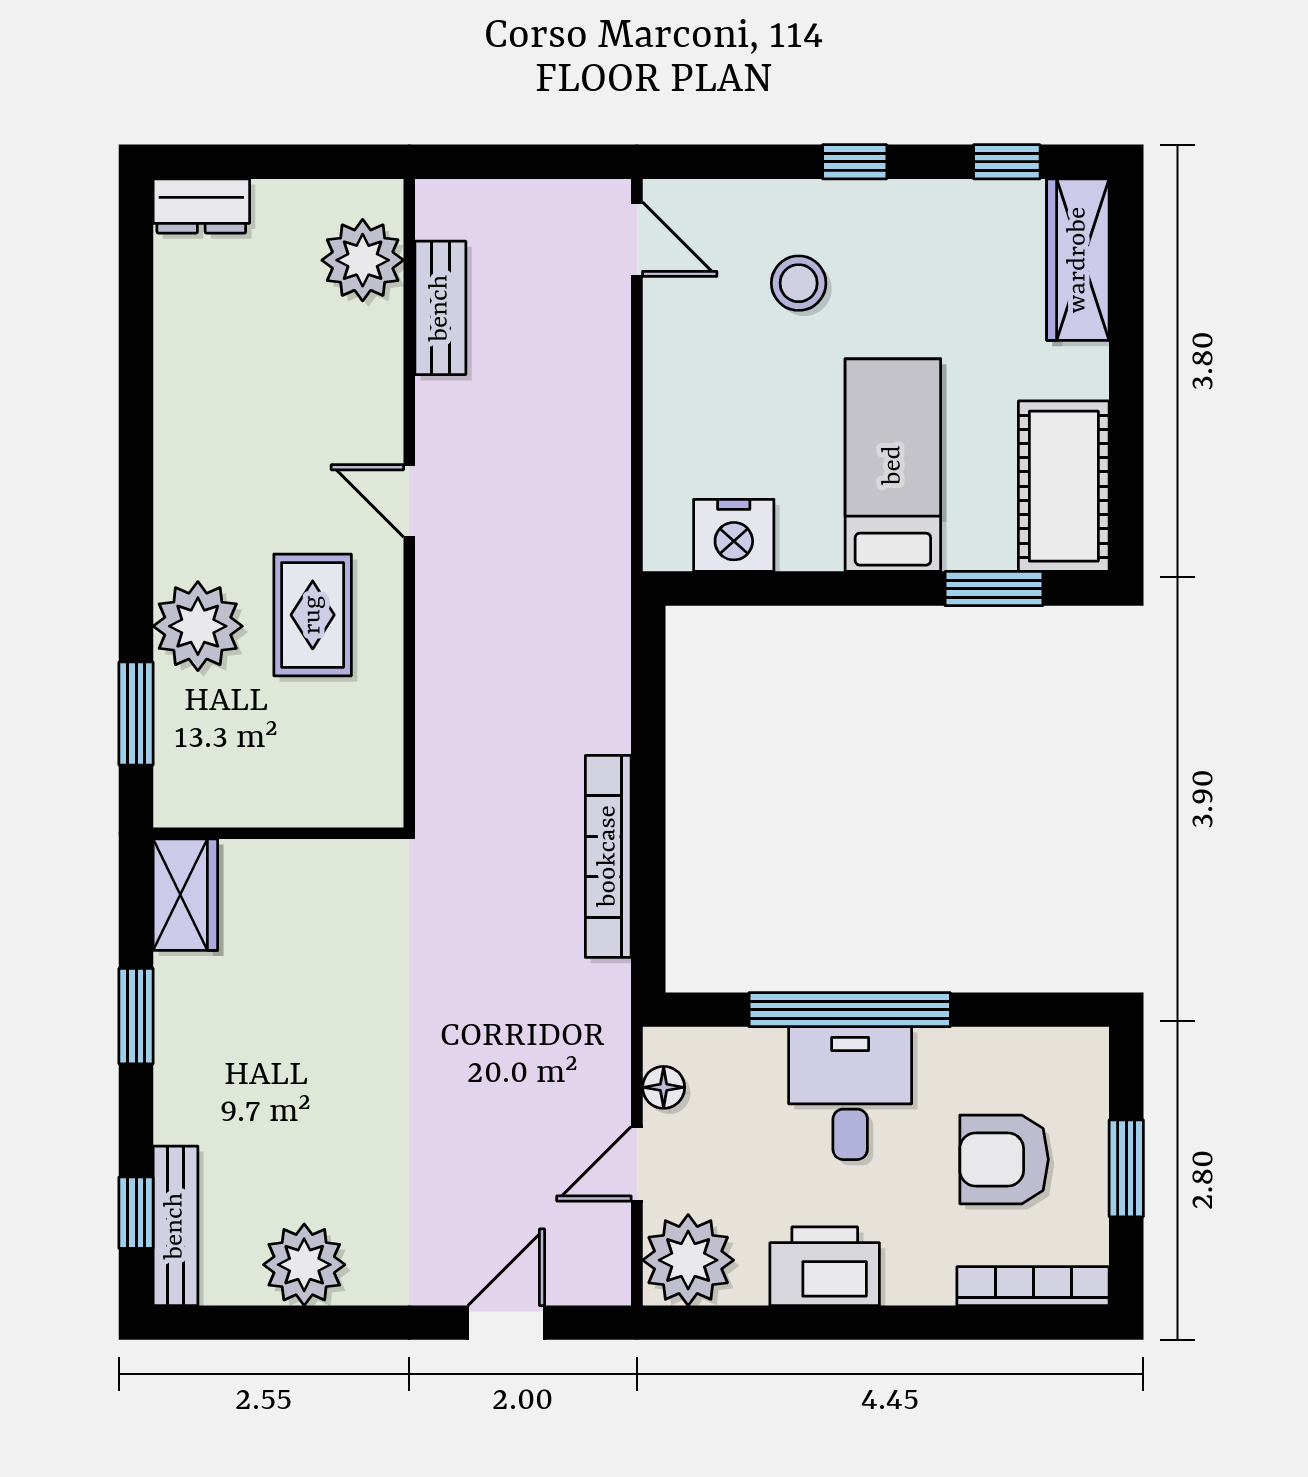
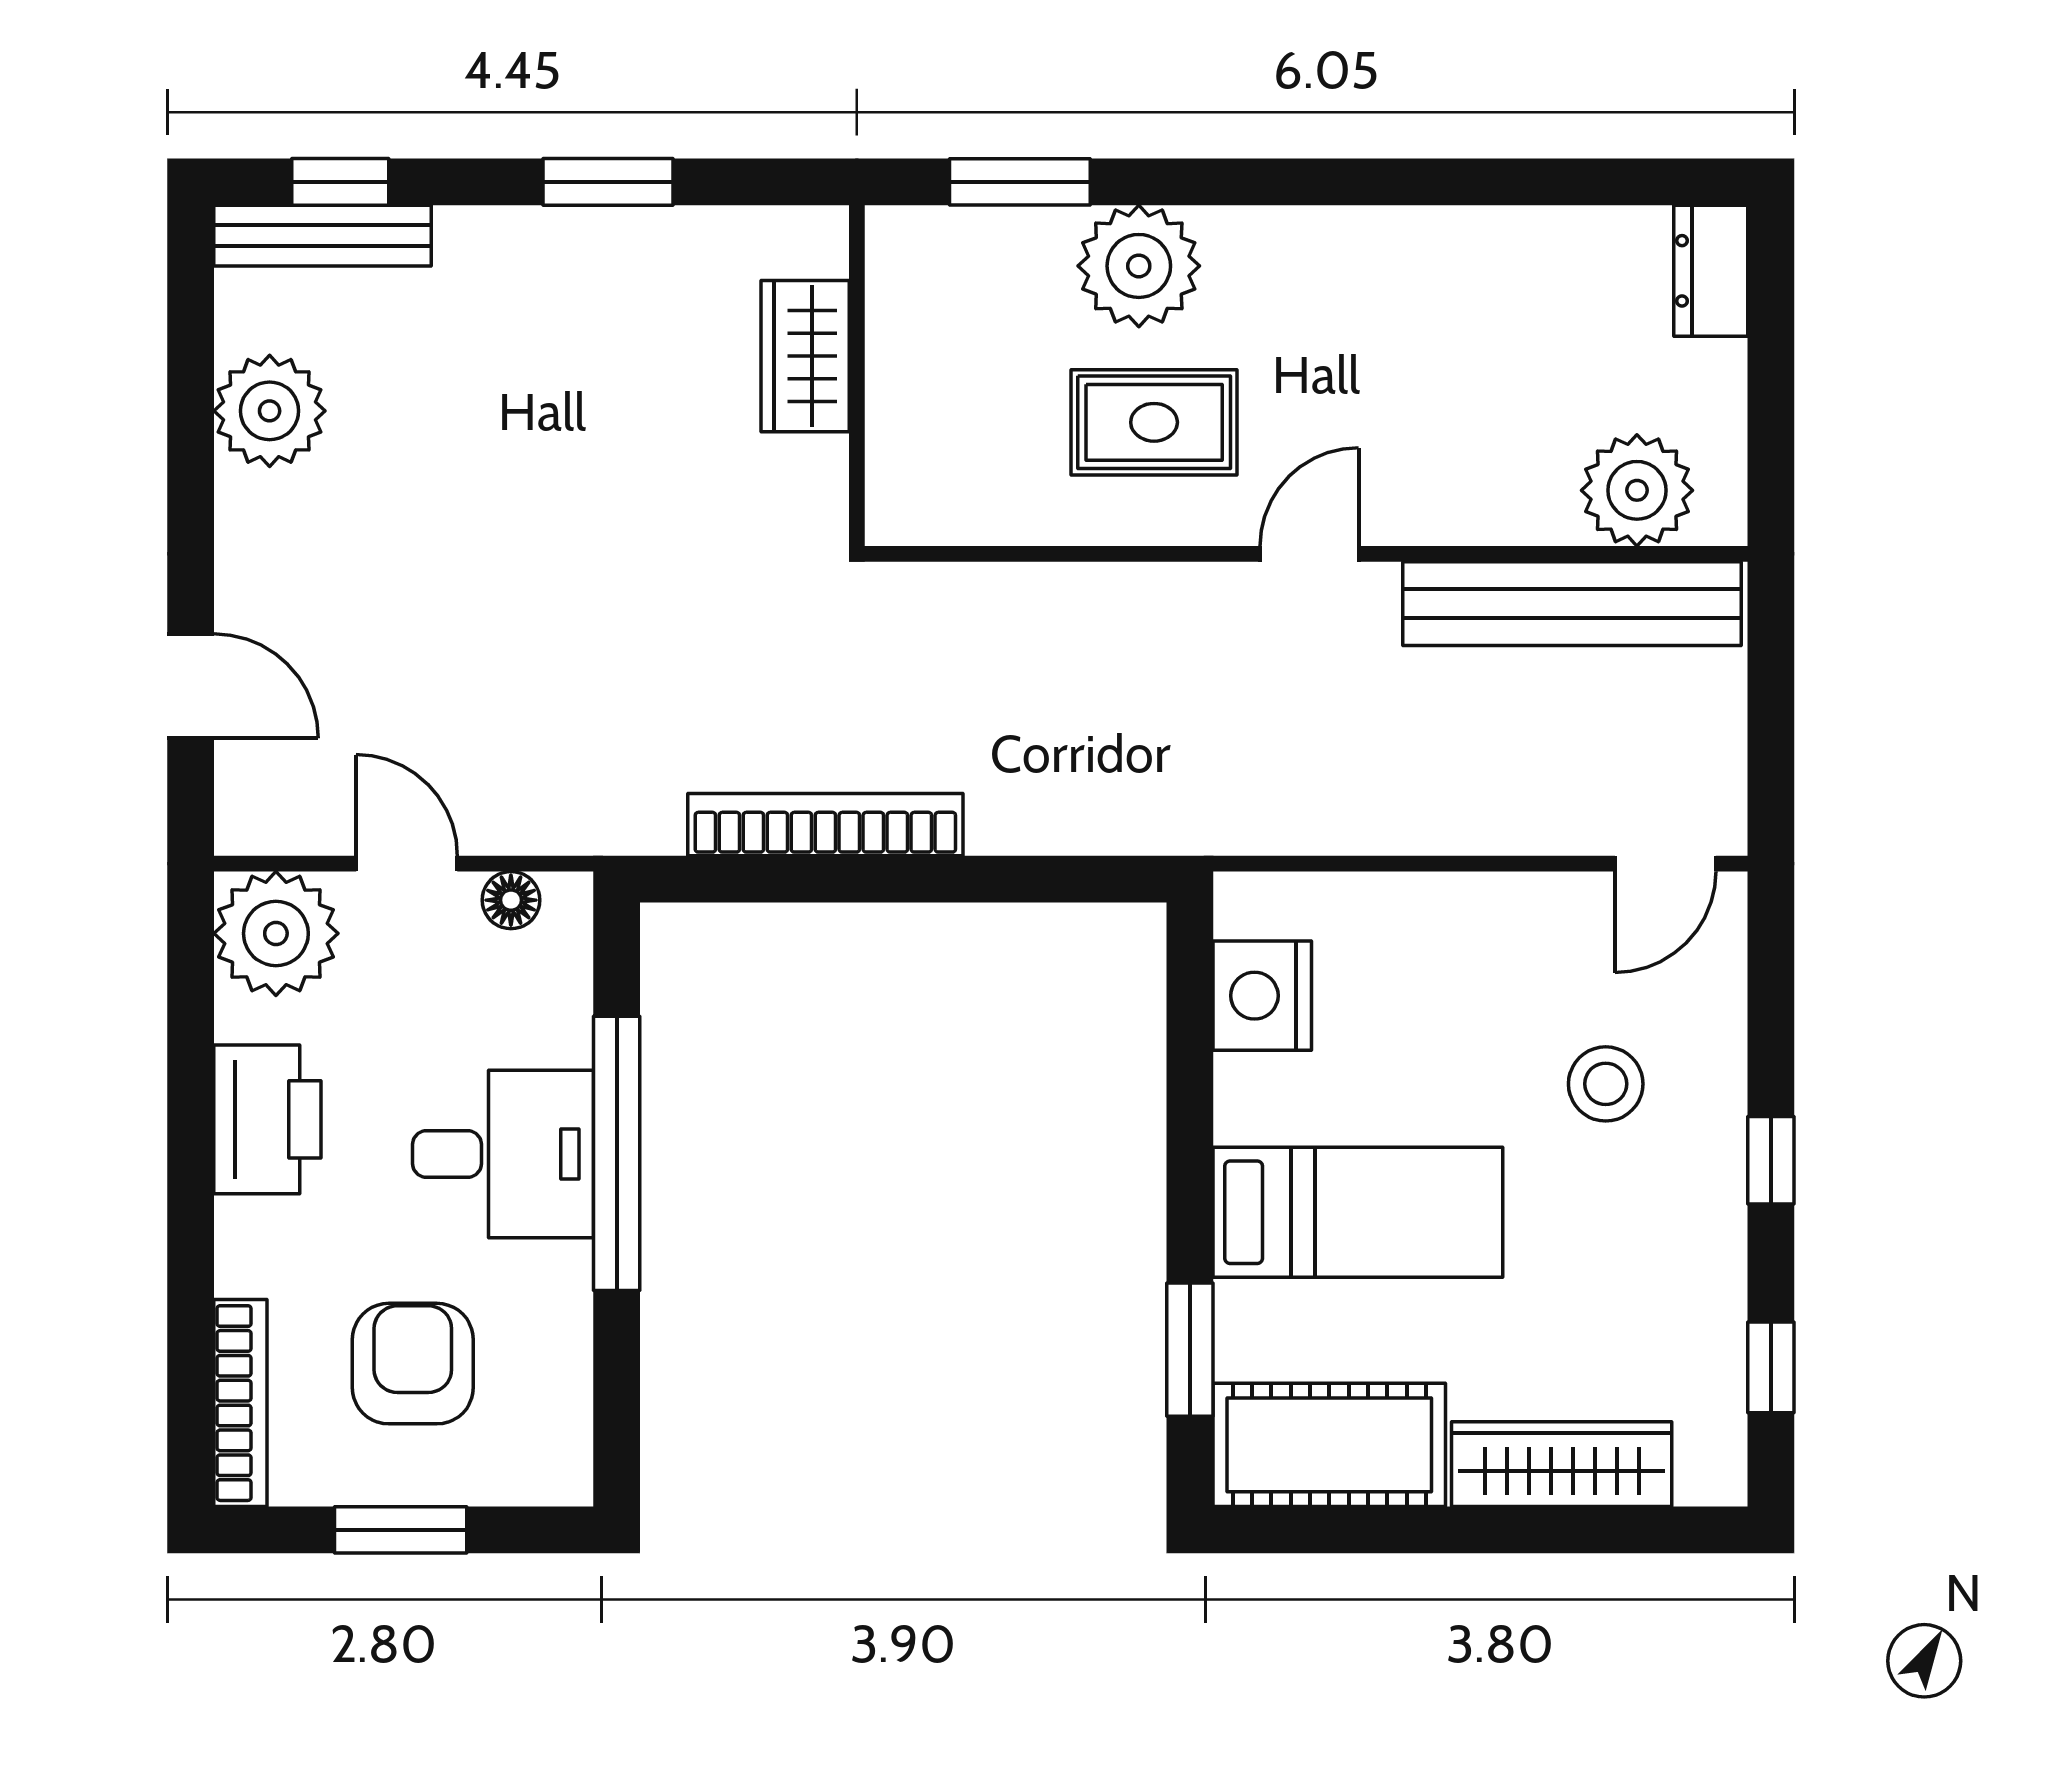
wardrobe: (1078, 260) -> (1562, 1464), moved
bench: (440, 308) -> (1572, 604), width x1.86, depth x1.21
wardrobe: (185, 895) -> (805, 356), moved, turned 90

